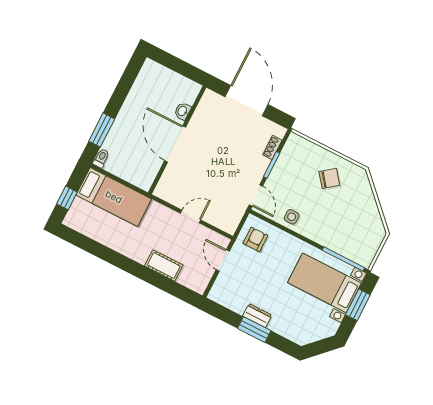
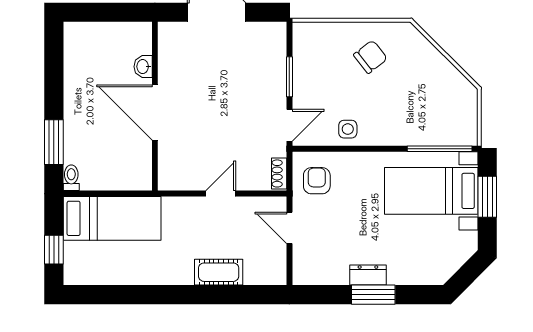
shoe rack: (272, 147) -> (279, 173), moved
door: (256, 195) -> (289, 125), hinge flipped

